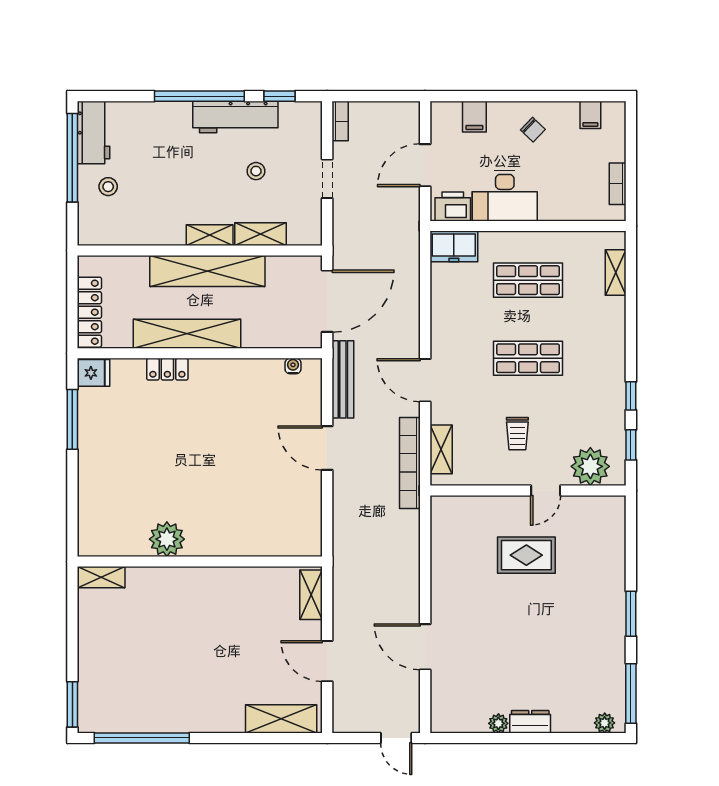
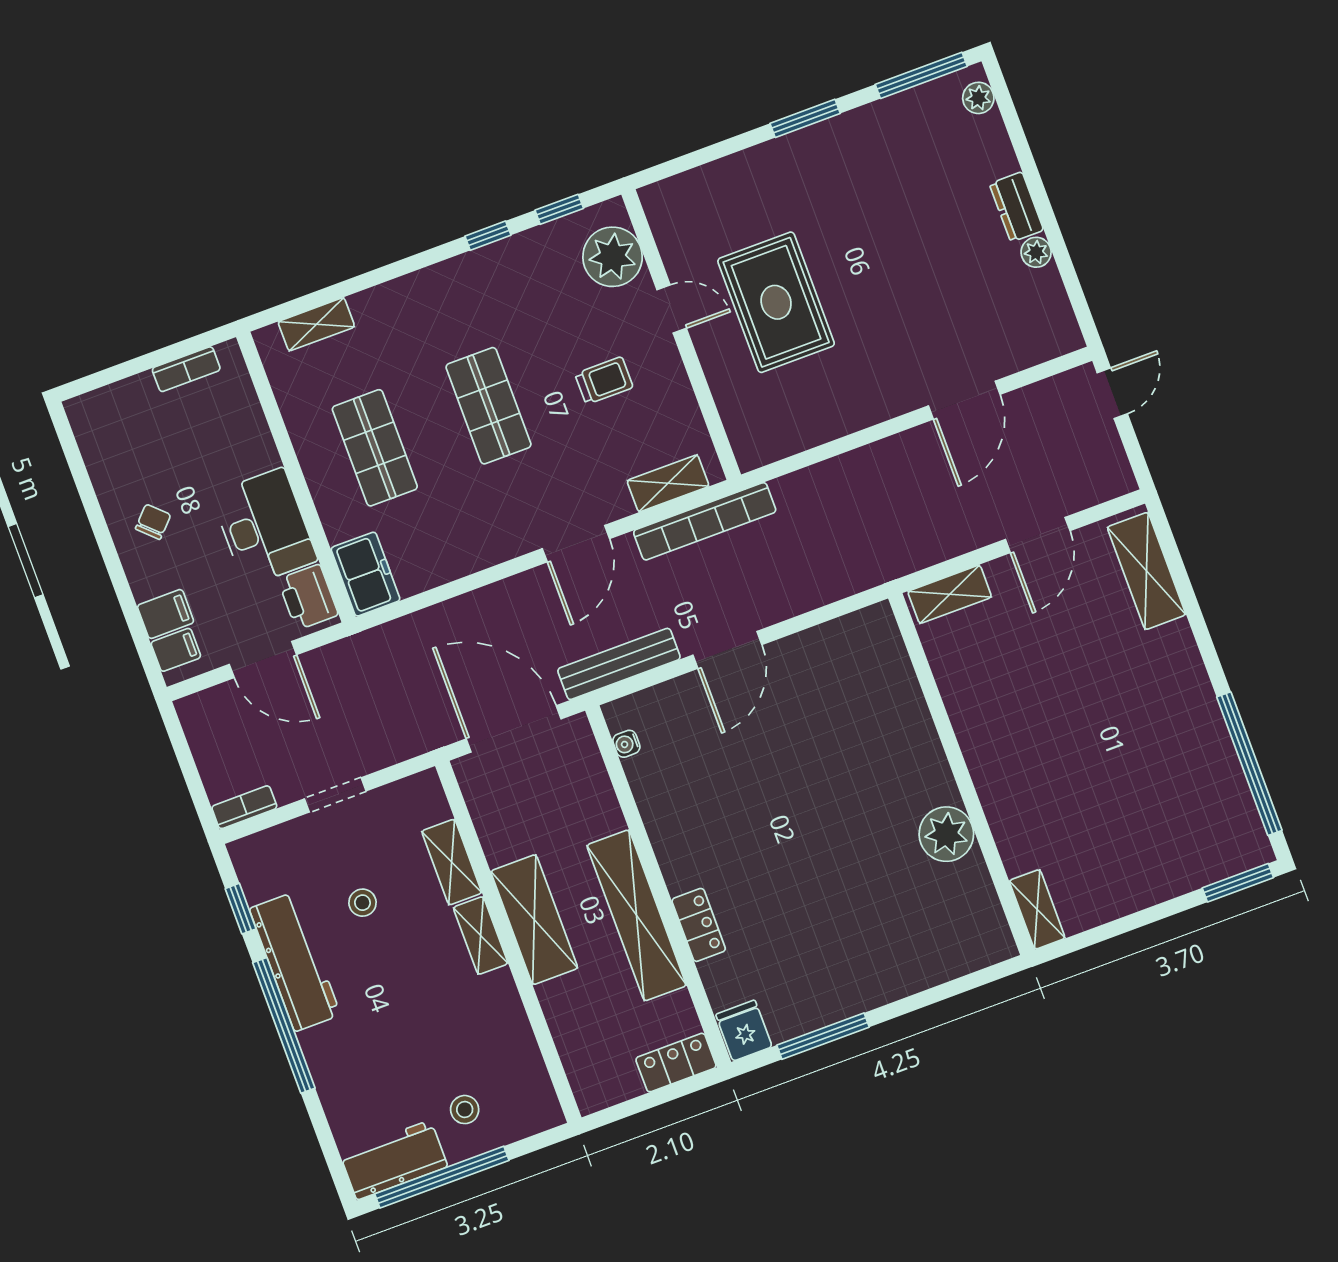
filing cabinet: (590, 115) -> (176, 650), moved
shelving: (207, 271) -> (534, 920), width x0.68
locker: (89, 312) -> (676, 1063), width x0.66
rug: (526, 555) -> (776, 302), width x1.36, depth x1.43

